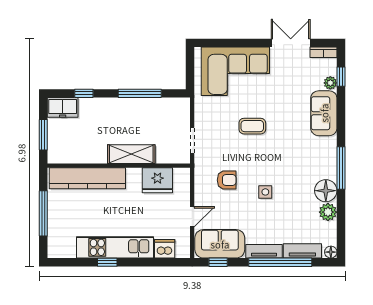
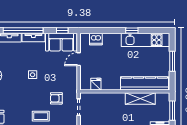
shelving: (131, 154) -> (140, 99), moved
fridge: (157, 180) -> (96, 84), width x0.53, depth x0.75
armchair: (227, 180) -> (56, 98), moved
window: (43, 213) -> (172, 61), width x0.69
kitchen unit: (115, 247) -> (145, 40), moved

